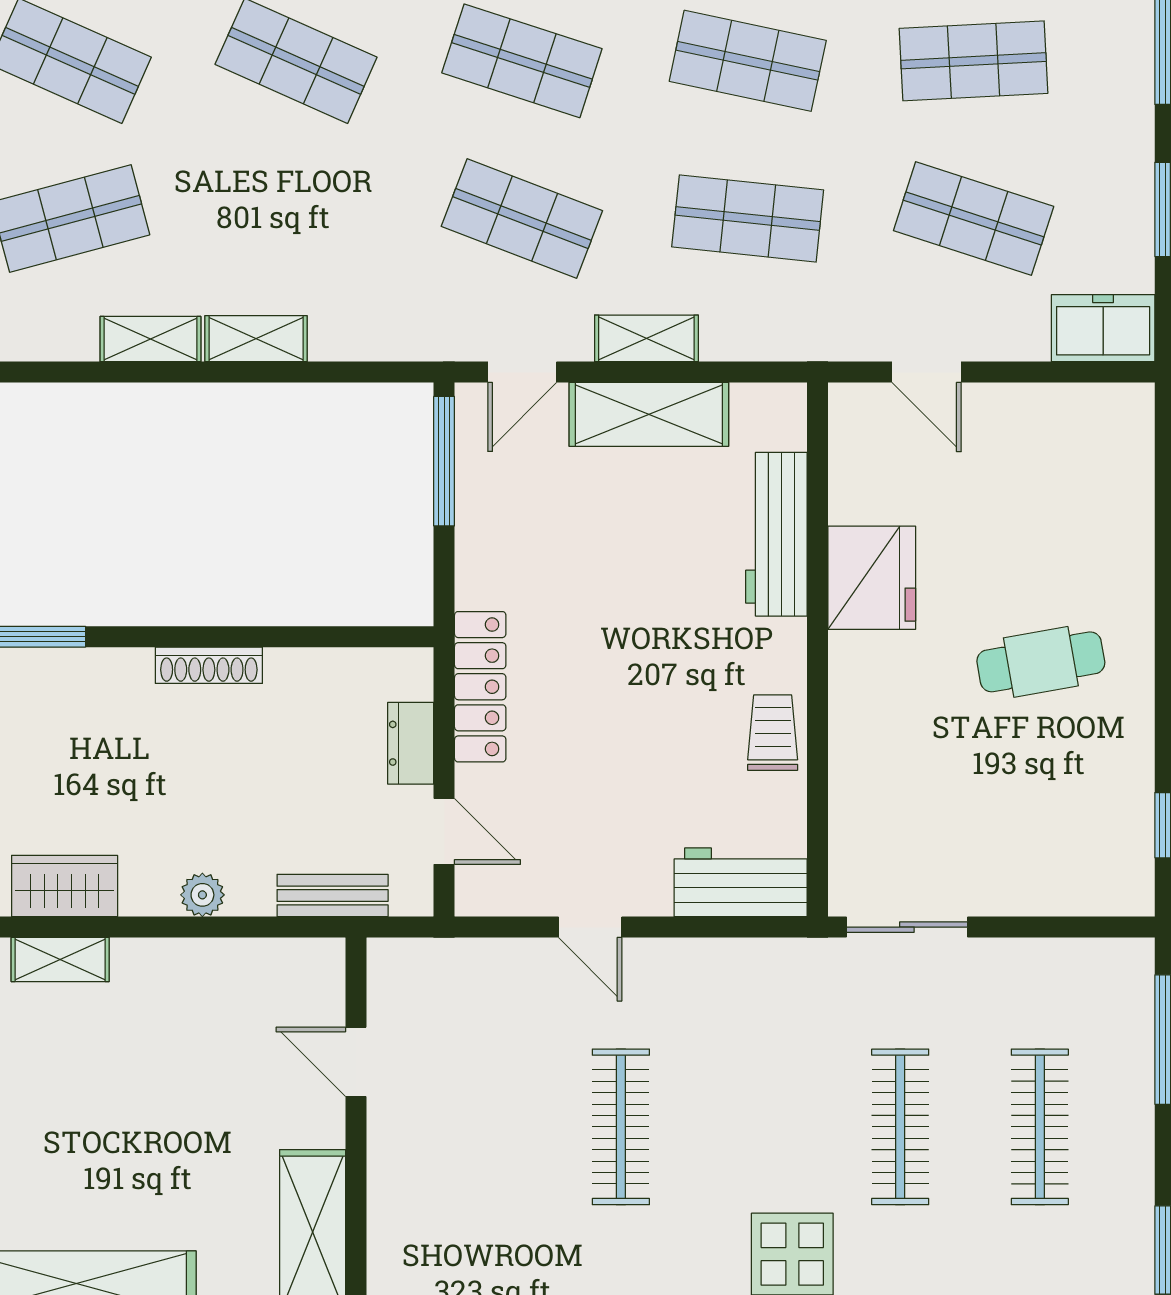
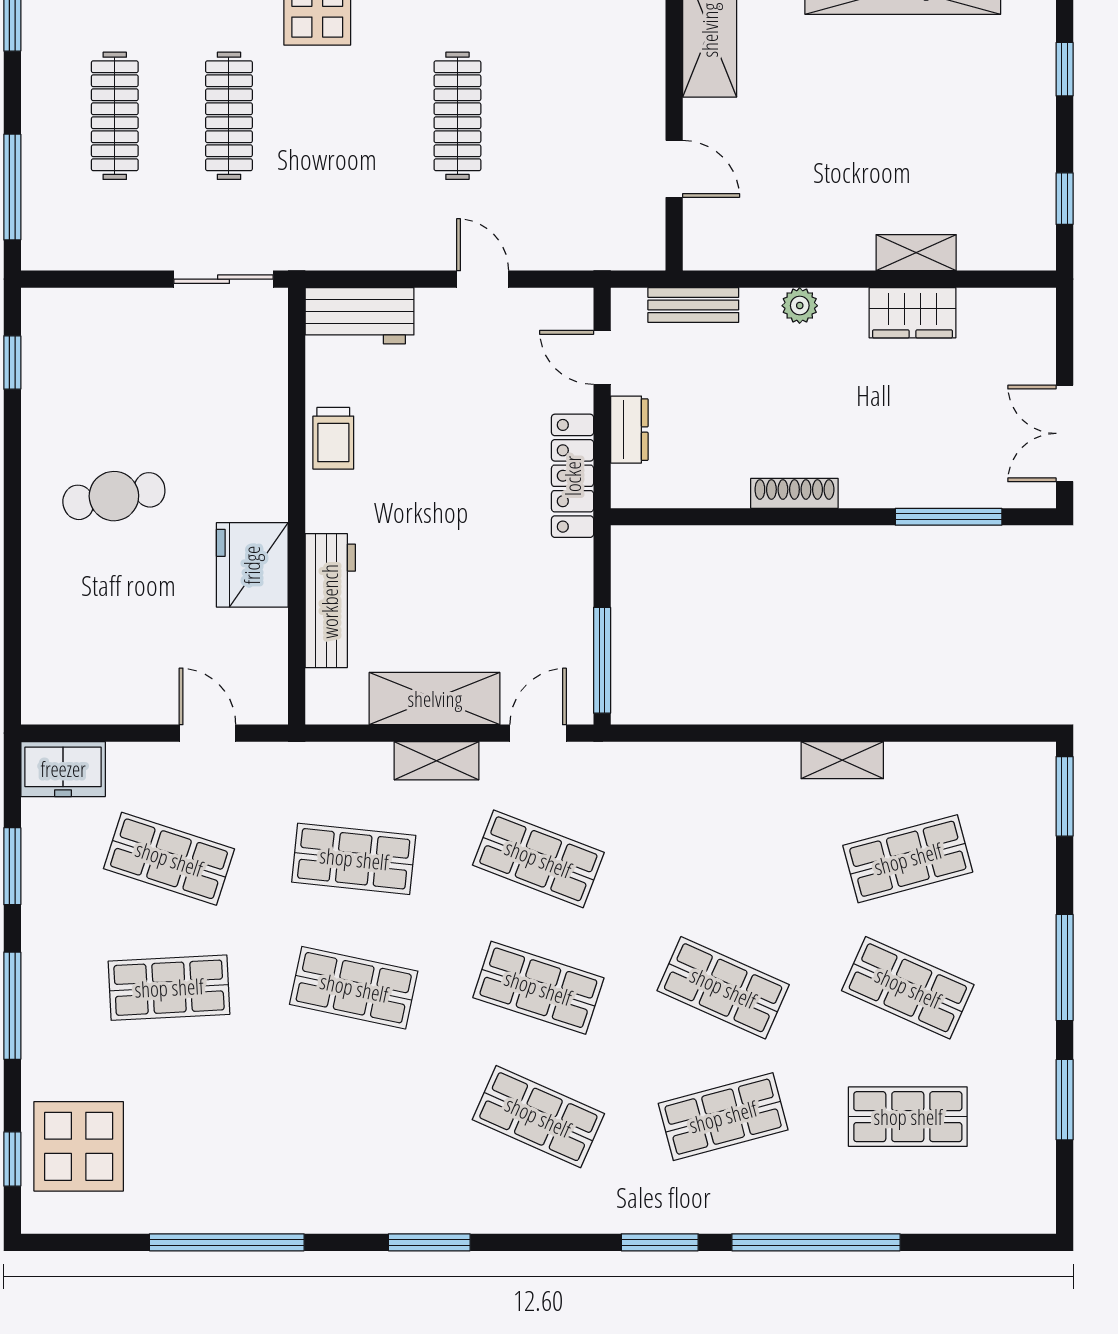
shelving: (256, 339) -> (756, 760), removed

